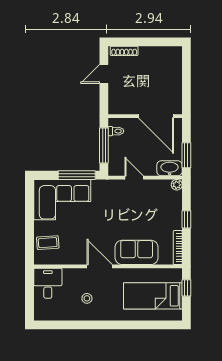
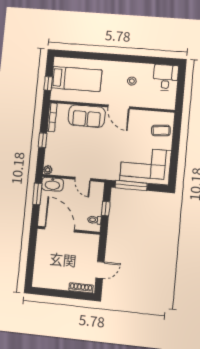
window: (104, 145) -> (106, 209), width x0.46
desk: (48, 283) -> (166, 78), moved, turned 180

